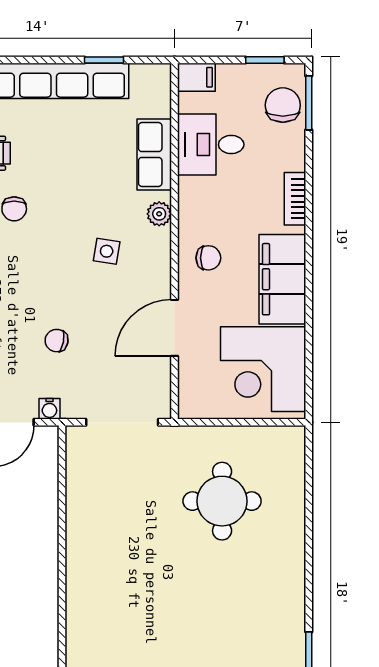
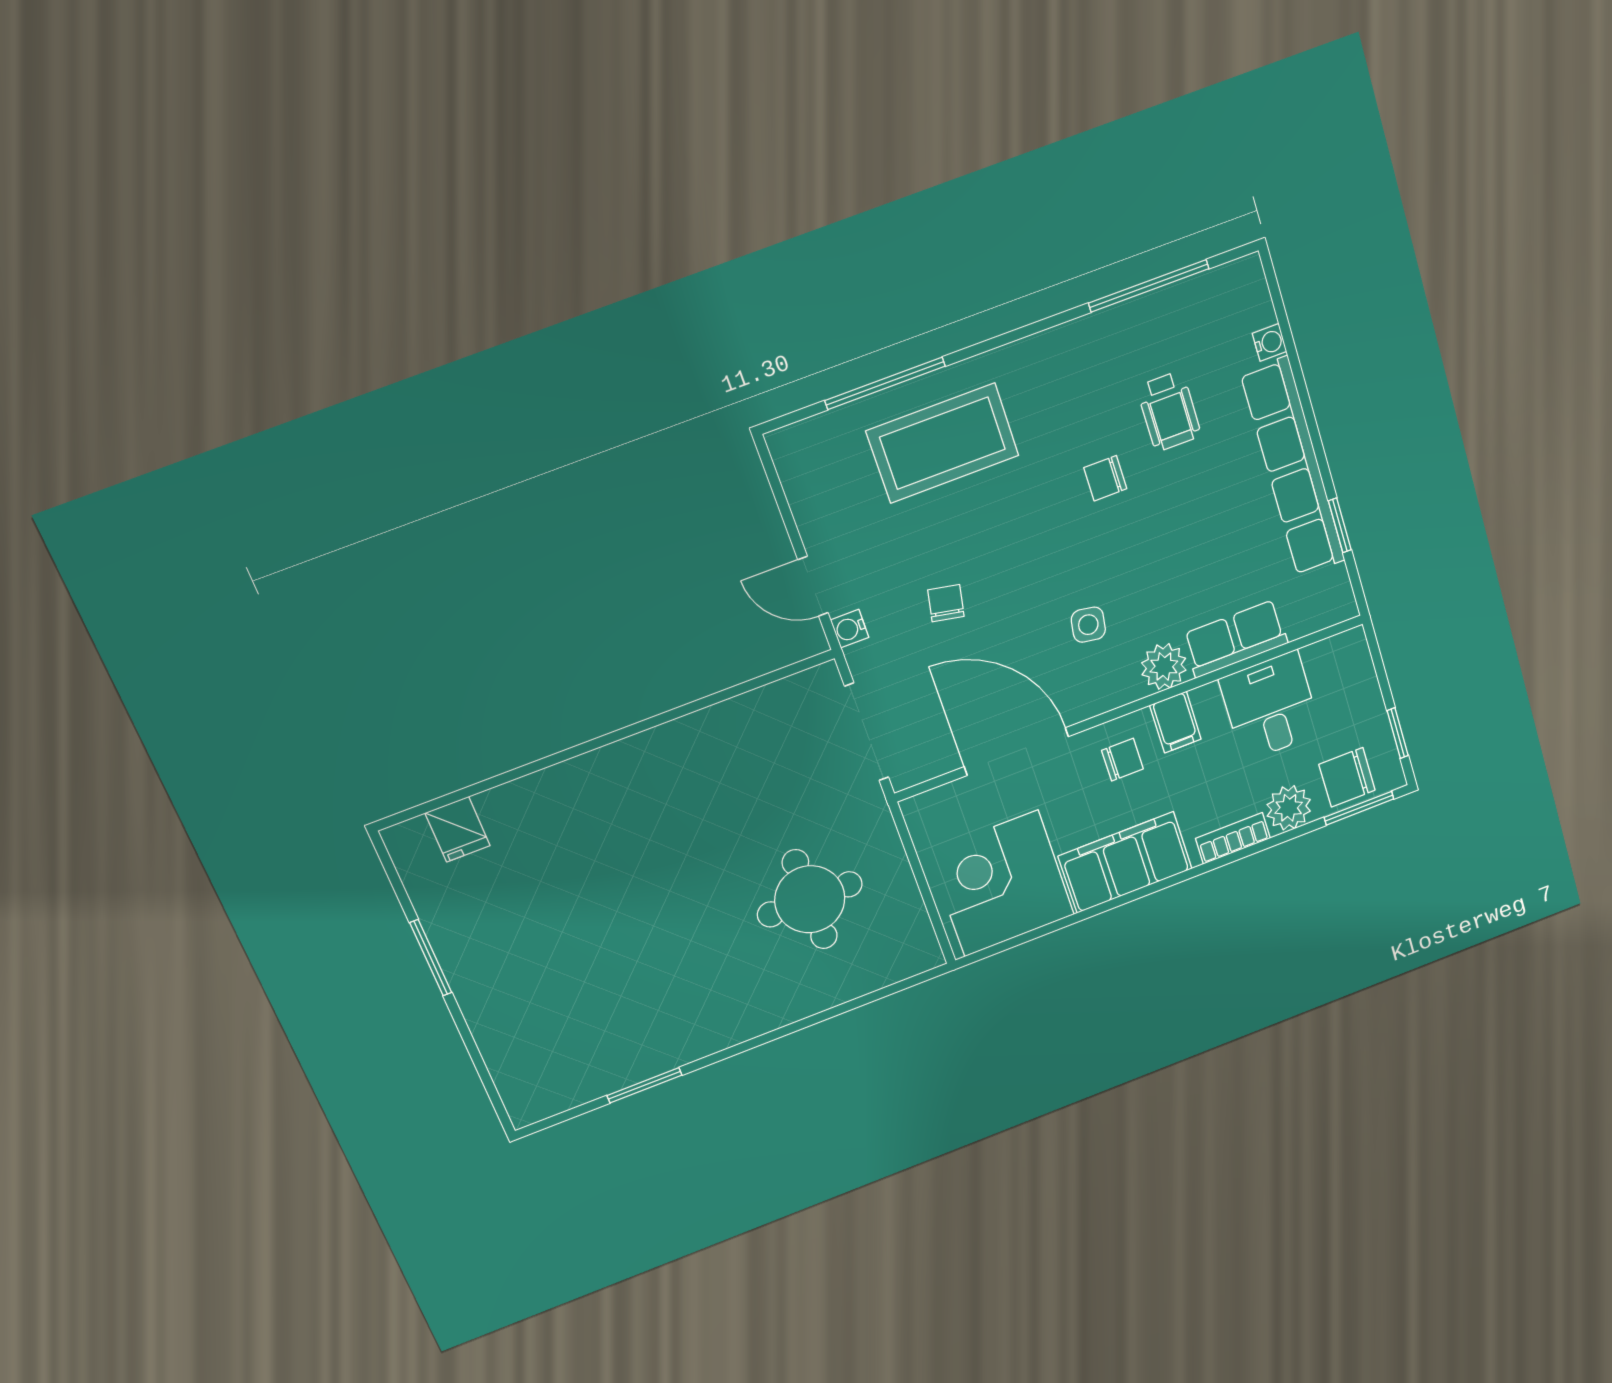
filing cabinet: (196, 77) -> (1175, 722), moved
chair: (283, 105) -> (1347, 777), turned 180
plant: (289, 153) -> (1289, 808), added
plant: (159, 214) -> (1164, 667), width x1.38, depth x1.38
chair: (208, 258) -> (1122, 760), turned -90
door: (174, 328) -> (1016, 752), width x1.36

